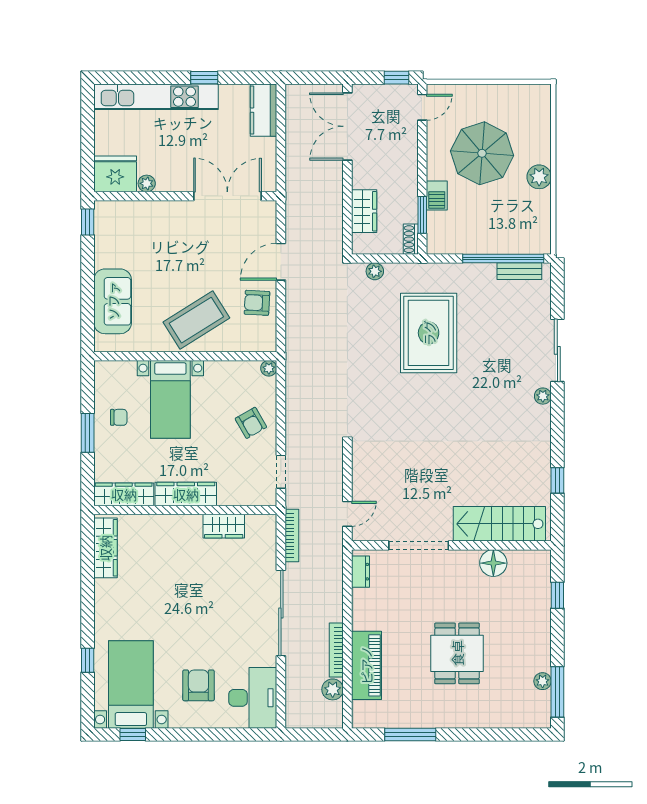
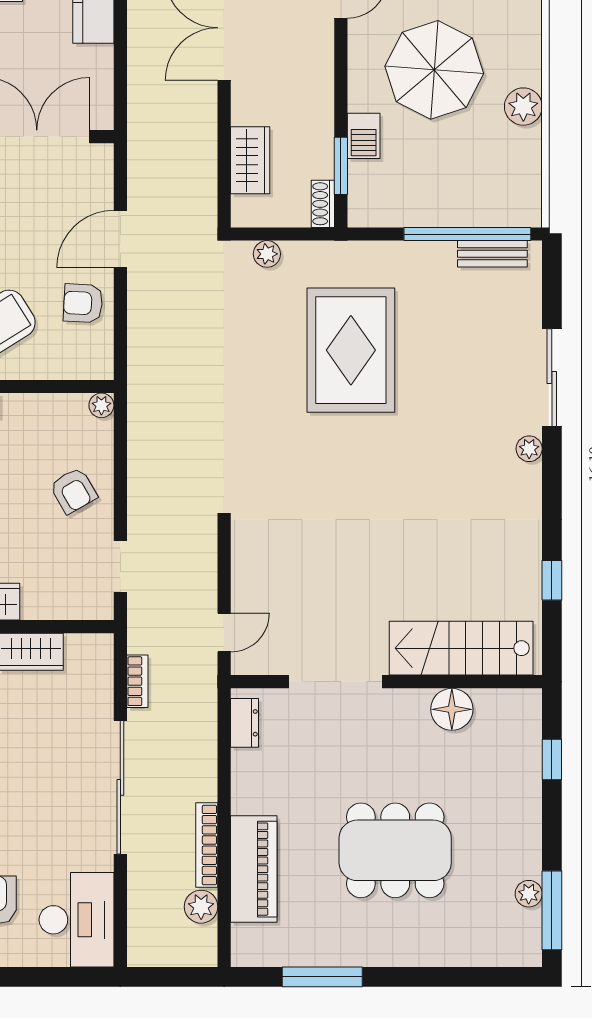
bookcase: (292, 535) -> (137, 681), width x0.64
dining table: (457, 653) -> (395, 850), width x1.38

